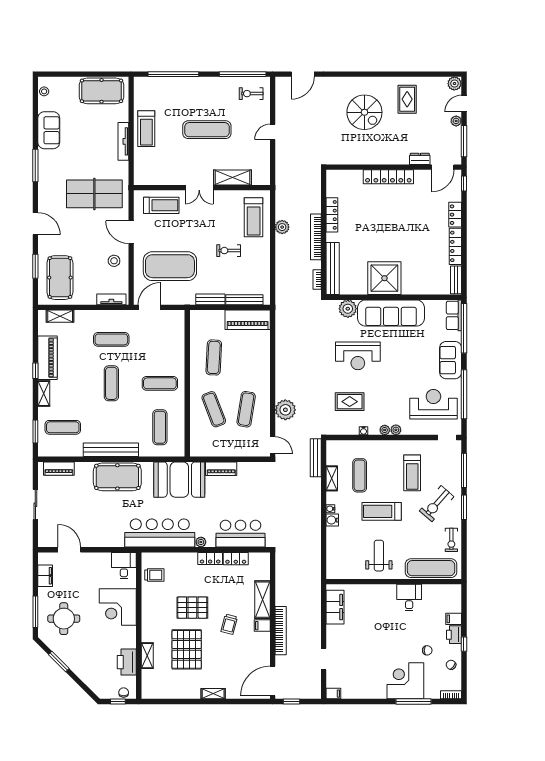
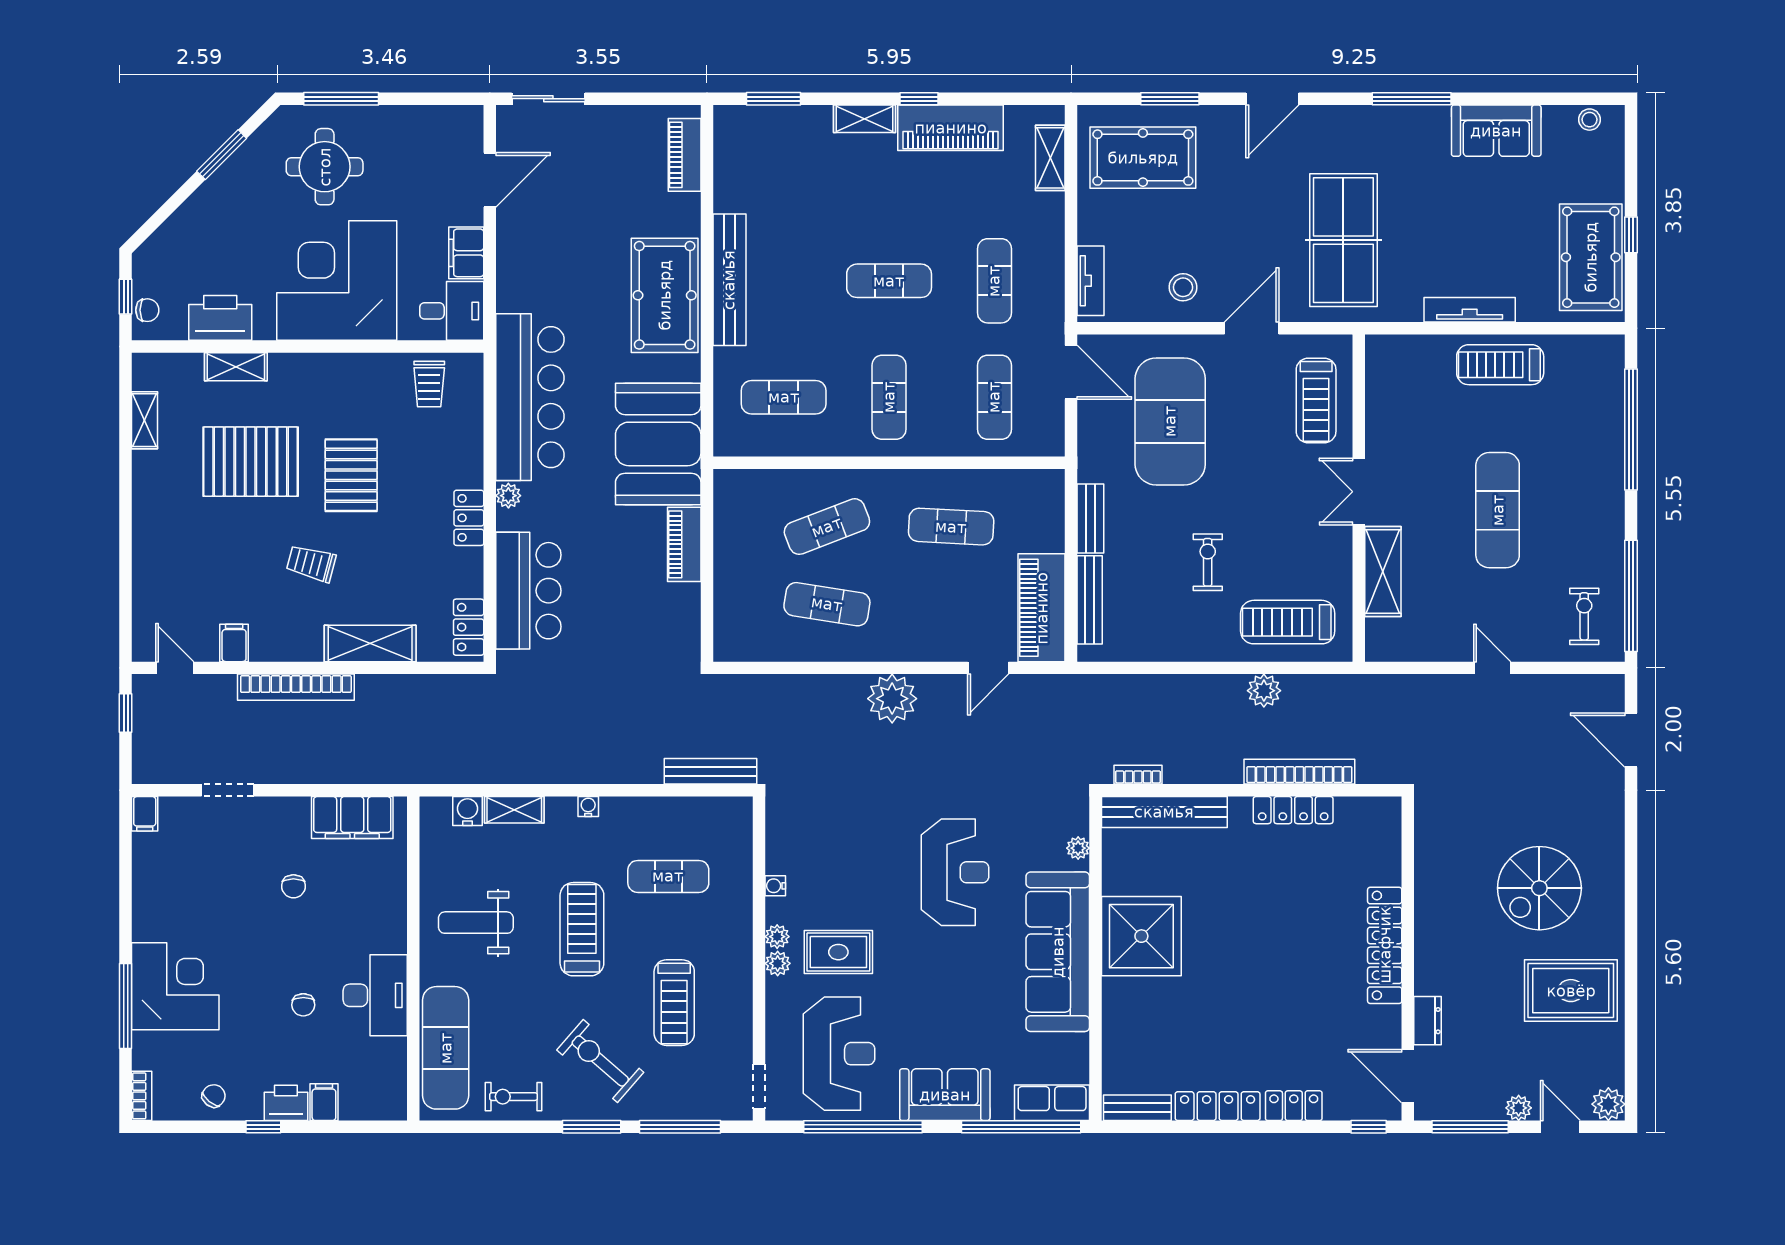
window: (92, 74) -> (1631, 235), added
rug: (407, 99) -> (1571, 991), width x1.36, depth x1.43
bookcase: (316, 237) -> (1299, 772), moved
plant: (348, 309) -> (1078, 848), width x0.53, depth x0.53
reception desk: (358, 356) -> (955, 872), turned 180
rug: (350, 402) -> (838, 952), moved, turned 90
plant: (285, 410) -> (892, 699), moved
exercise mat: (63, 427) -> (994, 397), moved
door: (273, 445) -> (988, 668), moved
treadmill: (412, 473) -> (674, 1003), turned -90
shelving: (332, 478) -> (514, 810), moved
sliding door: (35, 505) -> (548, 99), moved
water cooler: (332, 520) -> (467, 811), moved
weight bench: (379, 556) -> (476, 923), turned 180
locker: (236, 559) -> (469, 627), moved
filing cabinet: (45, 576) -> (466, 253), moved, turned 90
desk: (409, 598) -> (375, 995), width x1.37
corner desk: (118, 607) -> (337, 281), width x1.36, depth x1.36
filing cabinet: (262, 626) -> (234, 643), moved
chair: (364, 632) -> (293, 886), added
chair: (427, 650) -> (303, 1005), moved
door: (273, 681) -> (175, 668), width x0.53
shelving: (213, 694) -> (145, 420), moved

